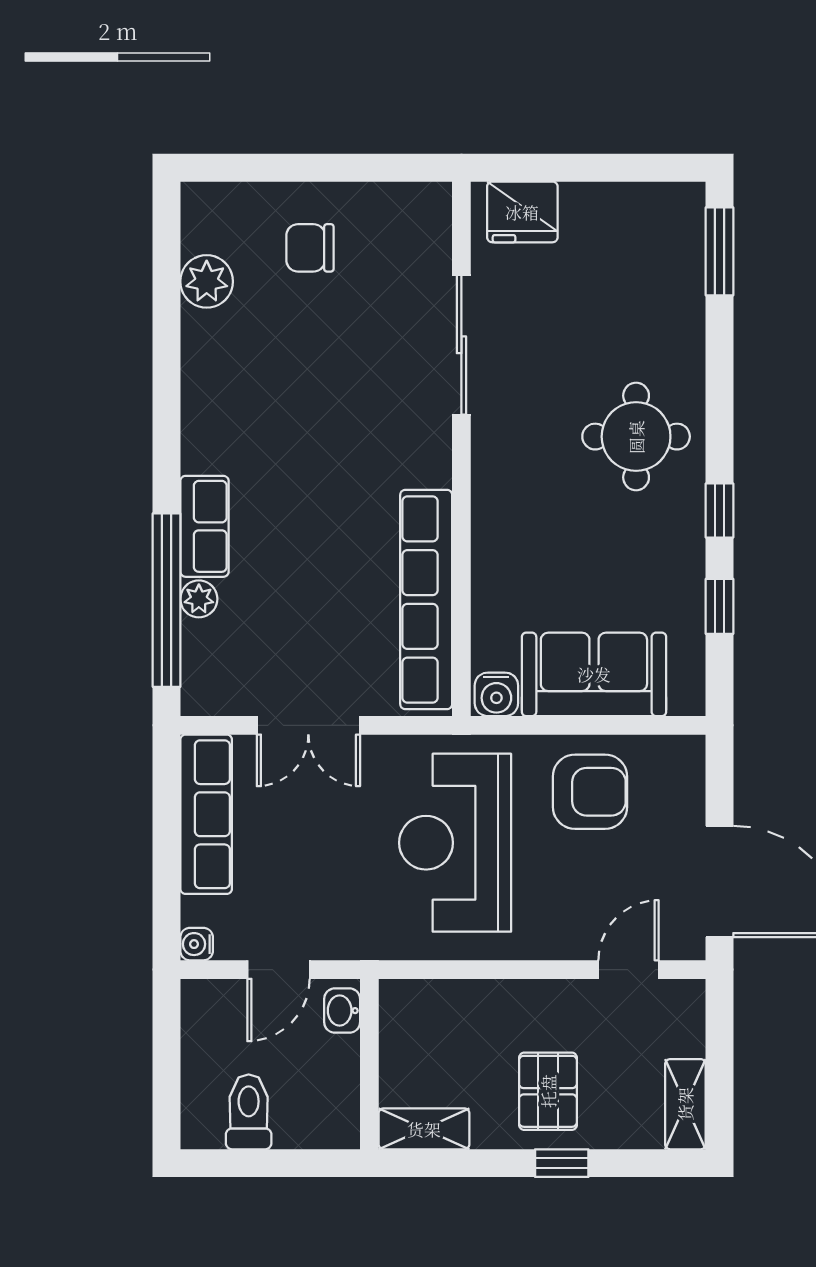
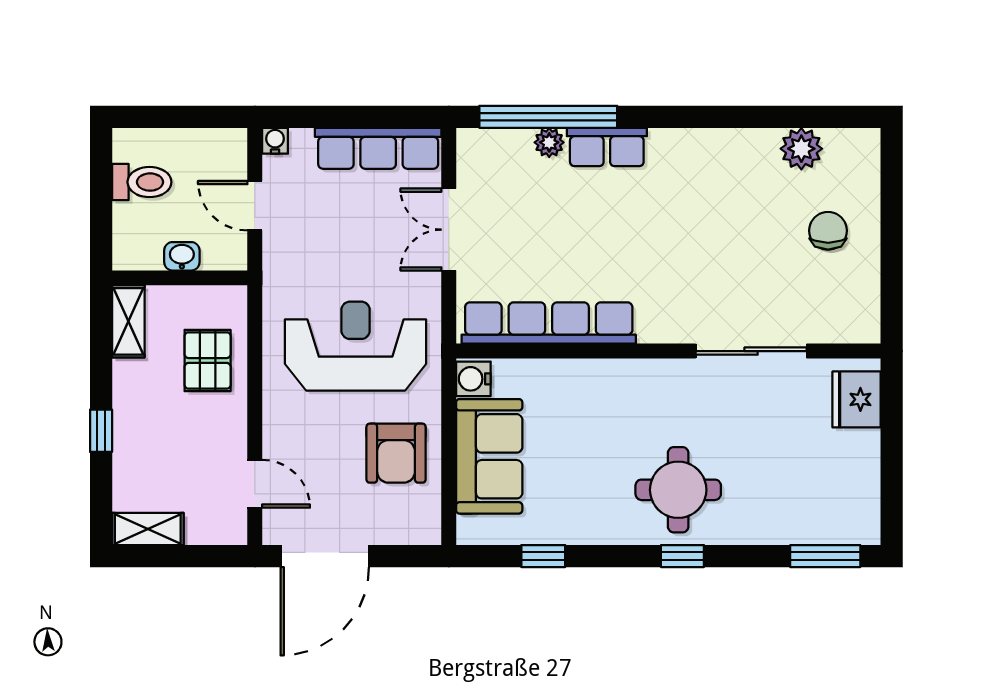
window: (720, 510) -> (682, 556), moved
washbasin: (342, 1011) -> (182, 256), moved
pallet: (548, 1091) -> (208, 360), moved, turned 90

